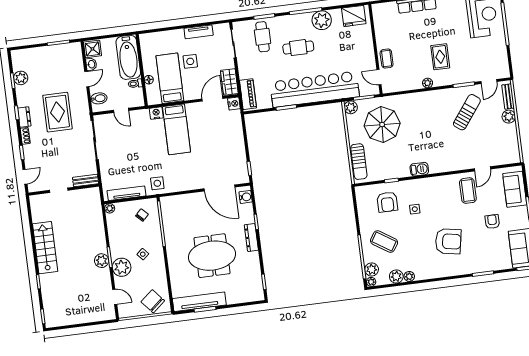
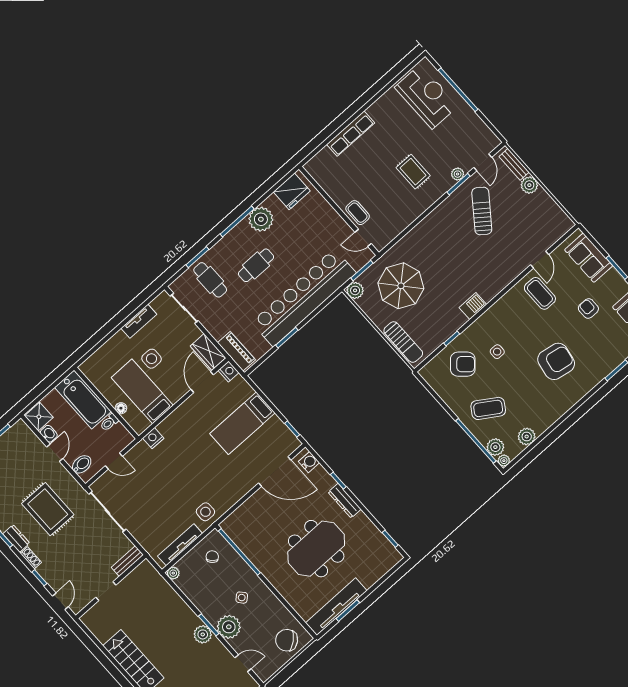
plant: (428, 83) -> (458, 174), moved
bed: (177, 129) -> (242, 423), moved, turned 90
armchair: (387, 202) -> (463, 364), turned -48
plant: (409, 276) -> (540, 427), removed

